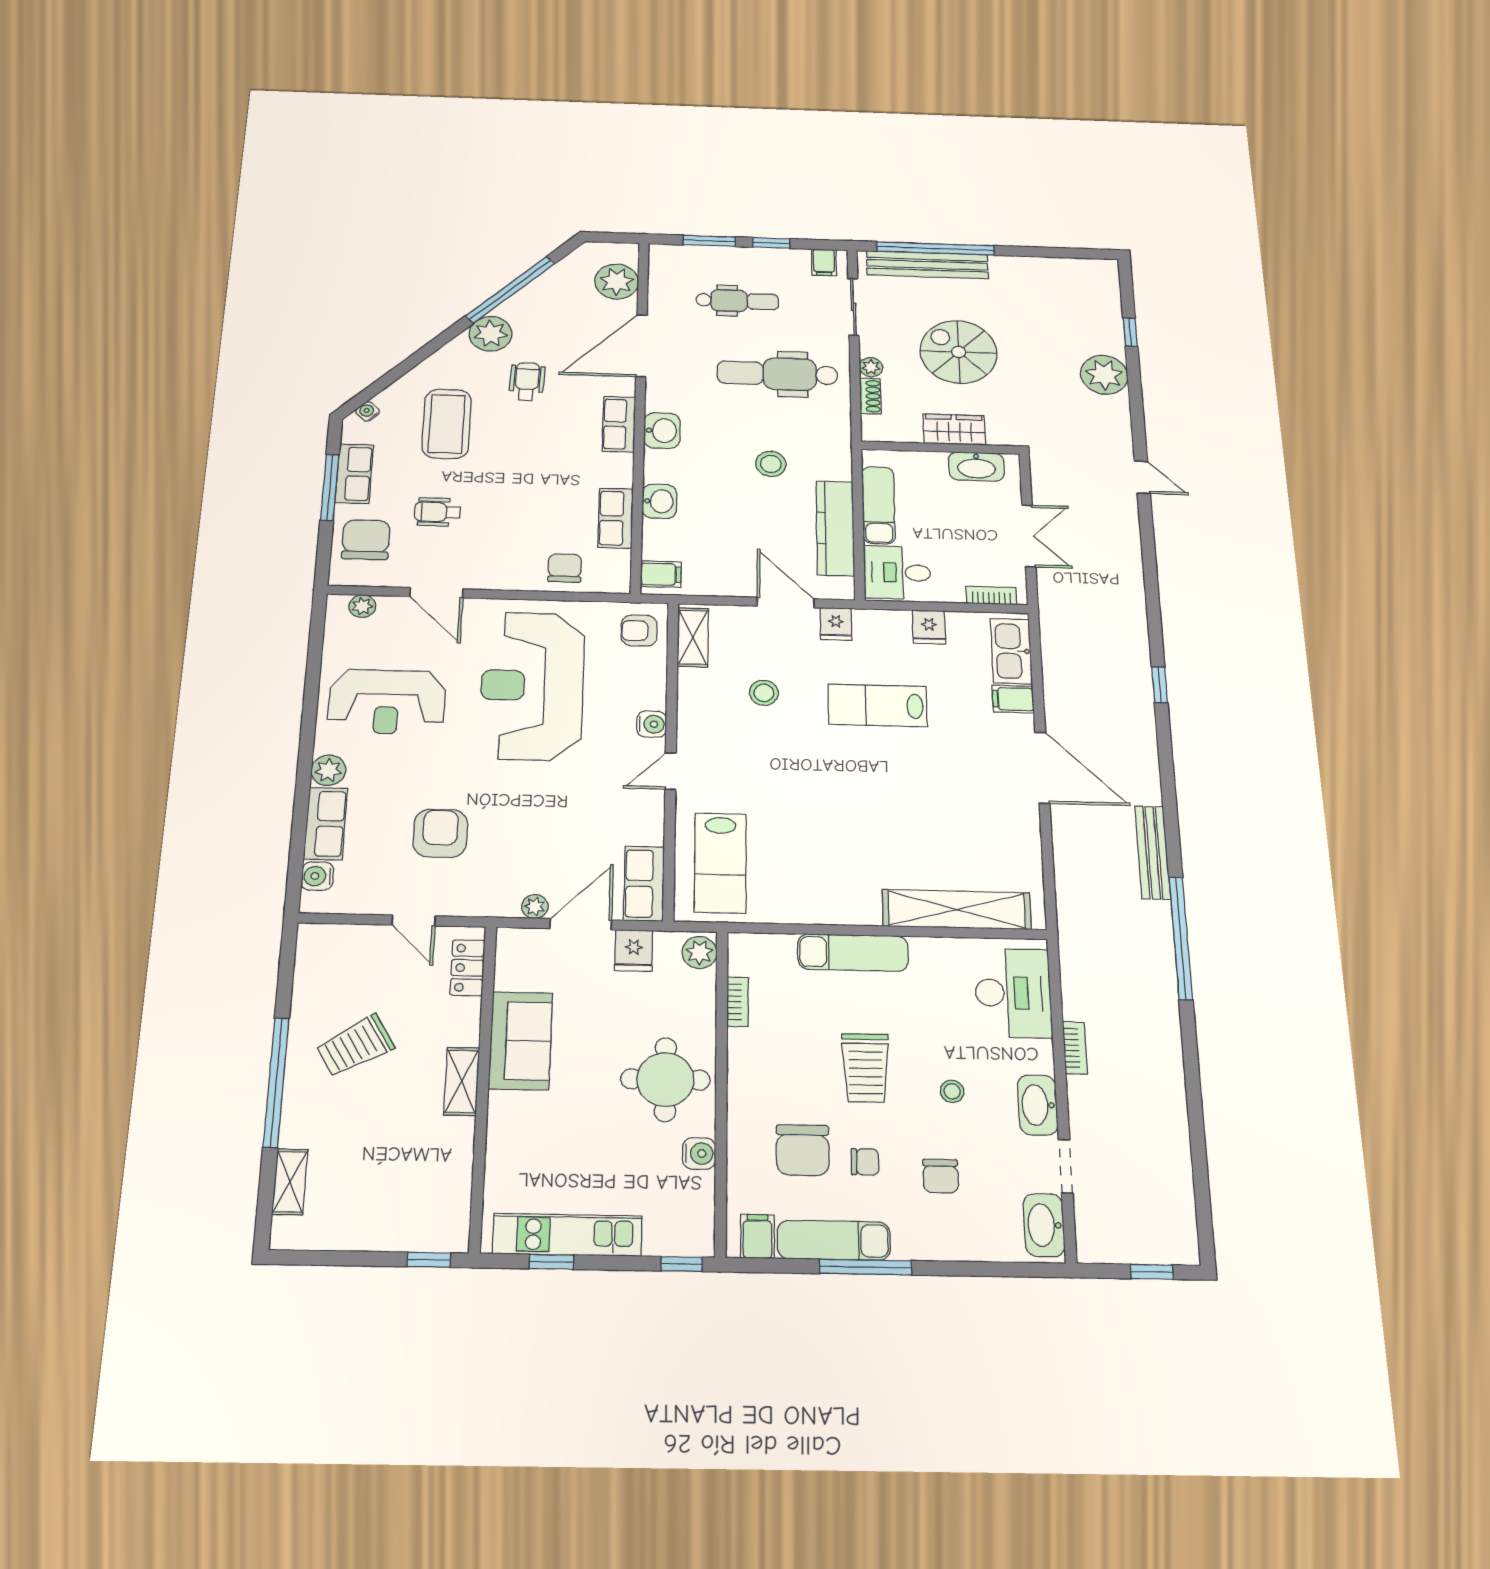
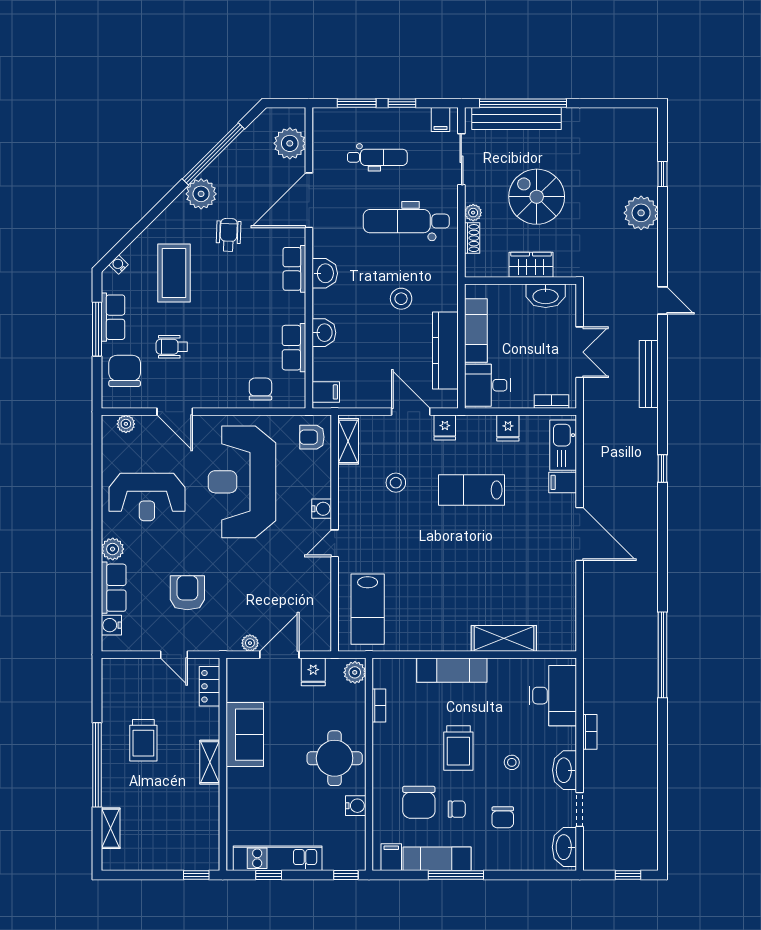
bench: (1153, 853) -> (649, 374), moved
row of seats: (644, 884) -> (319, 625), removed
shelving: (957, 910) -> (504, 638), width x0.68
trolley: (355, 1046) -> (143, 740), turned -59

